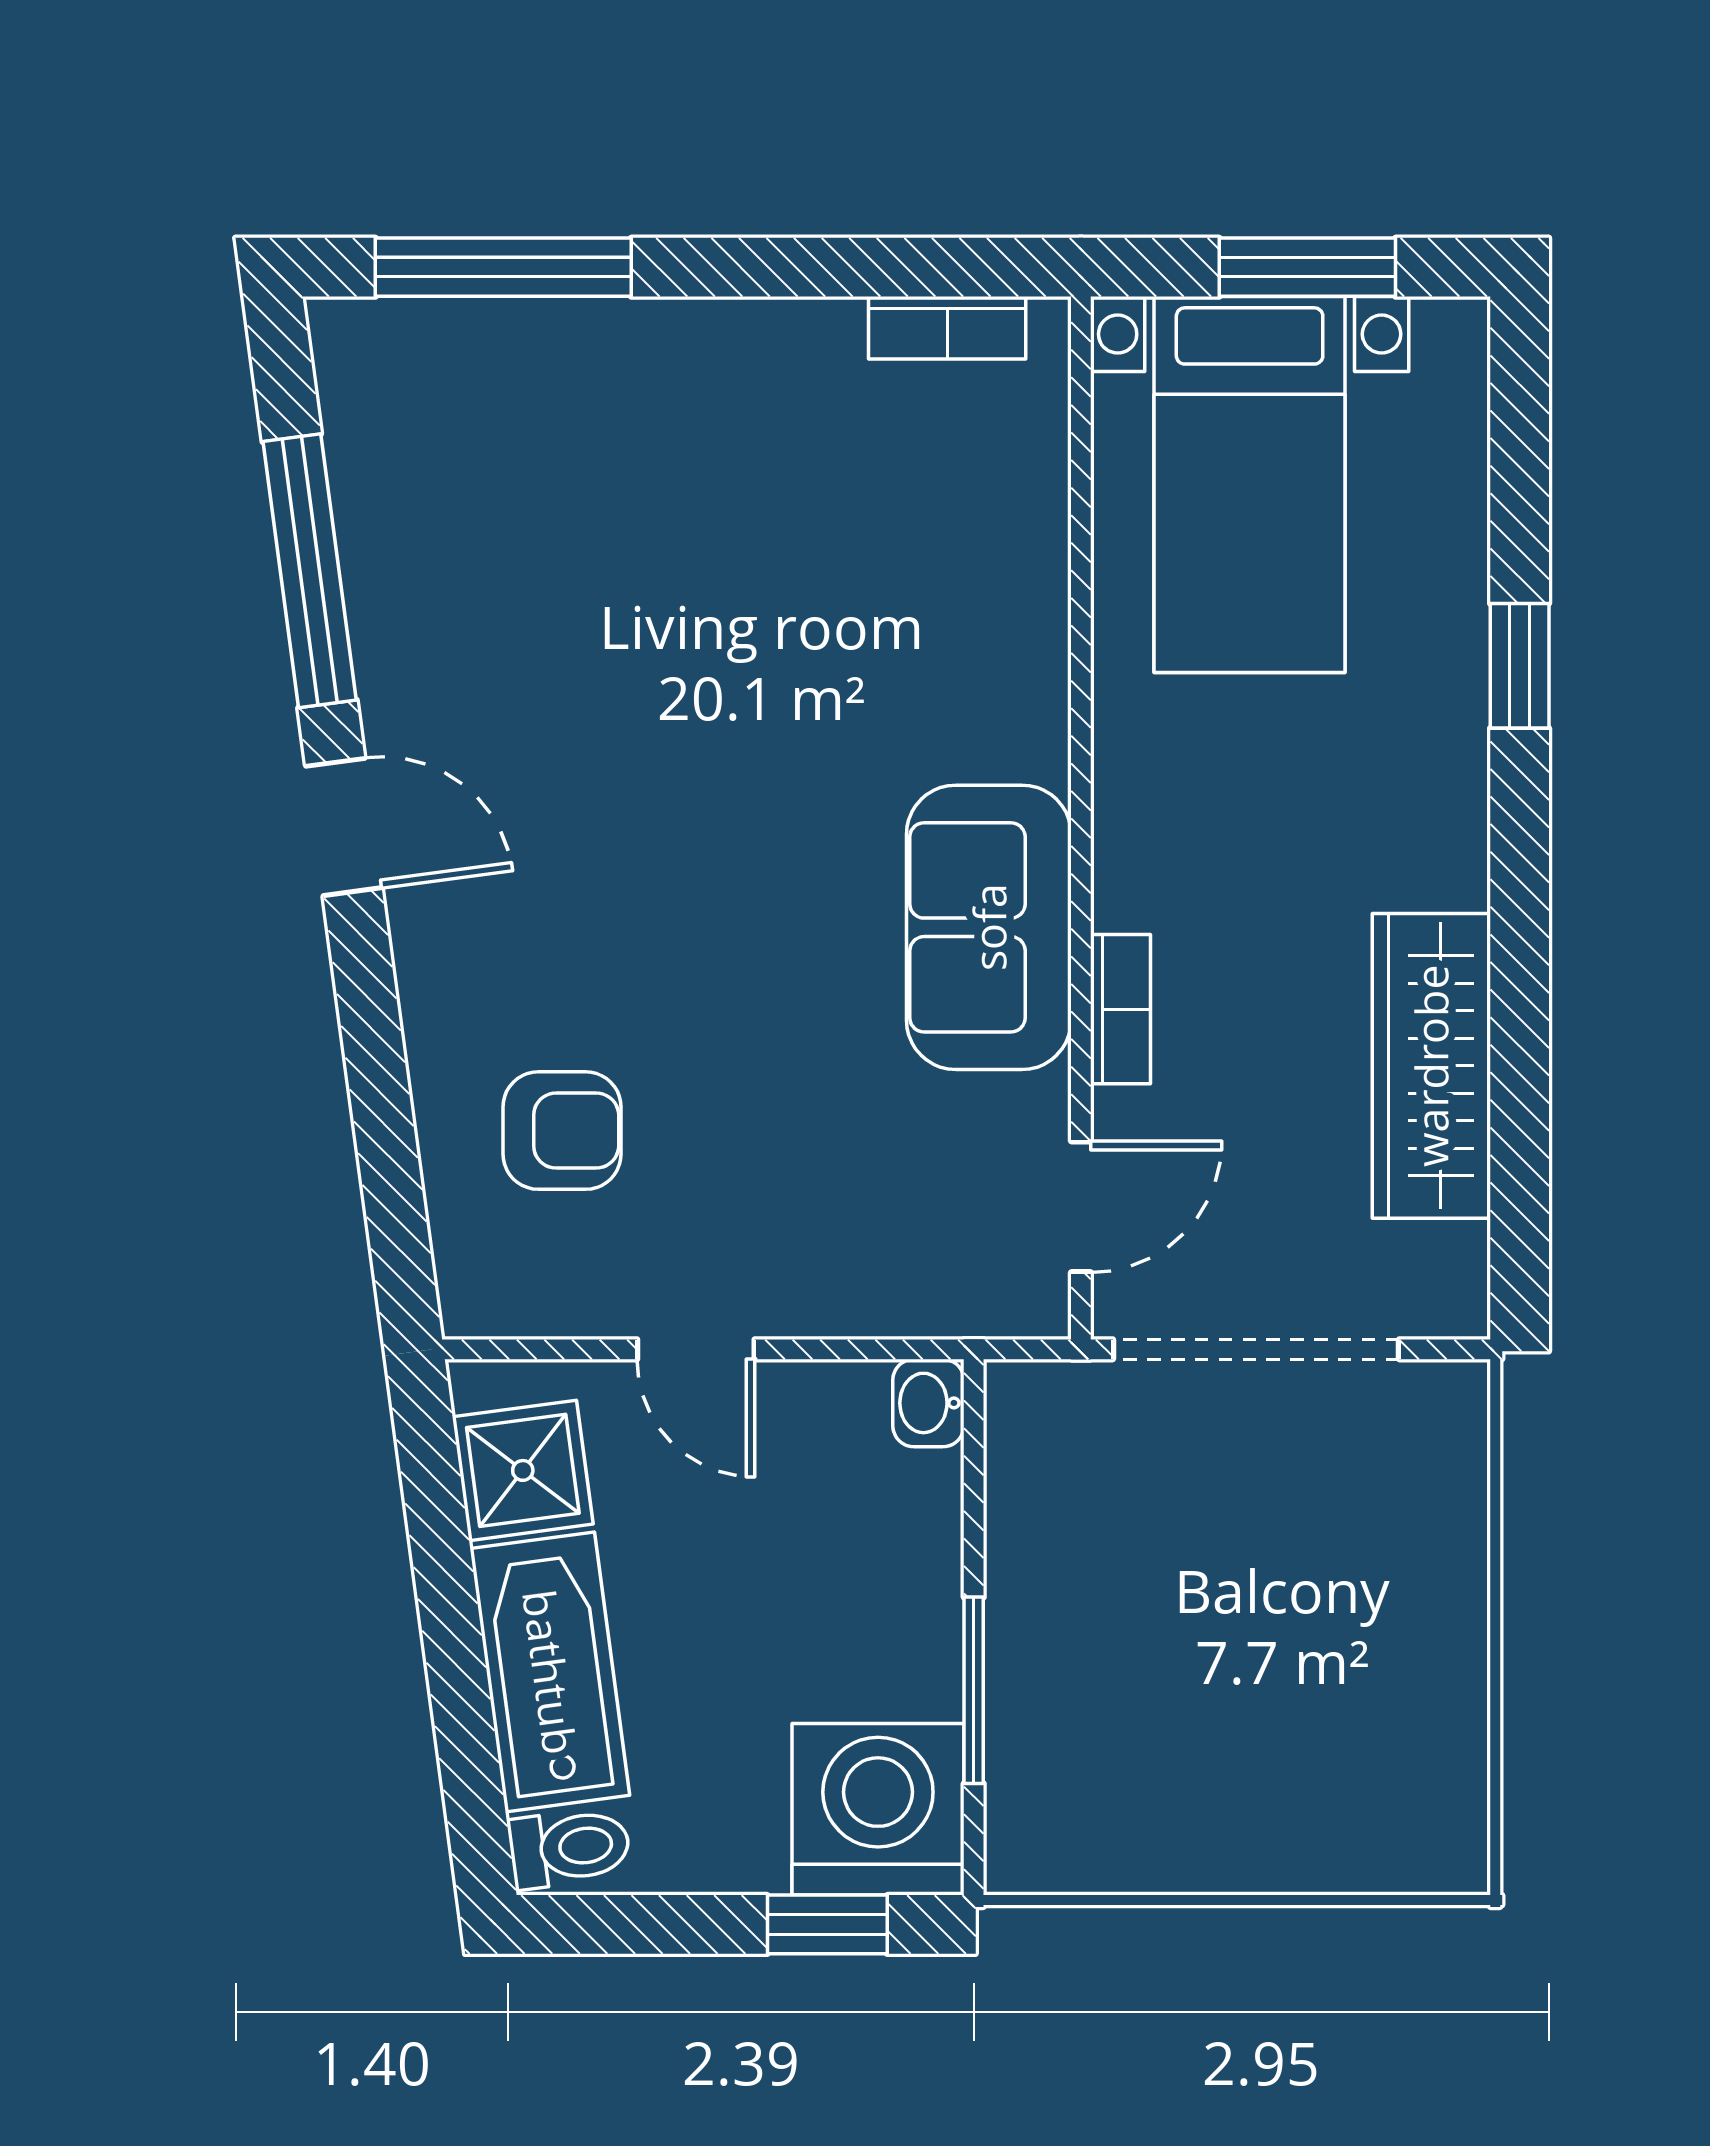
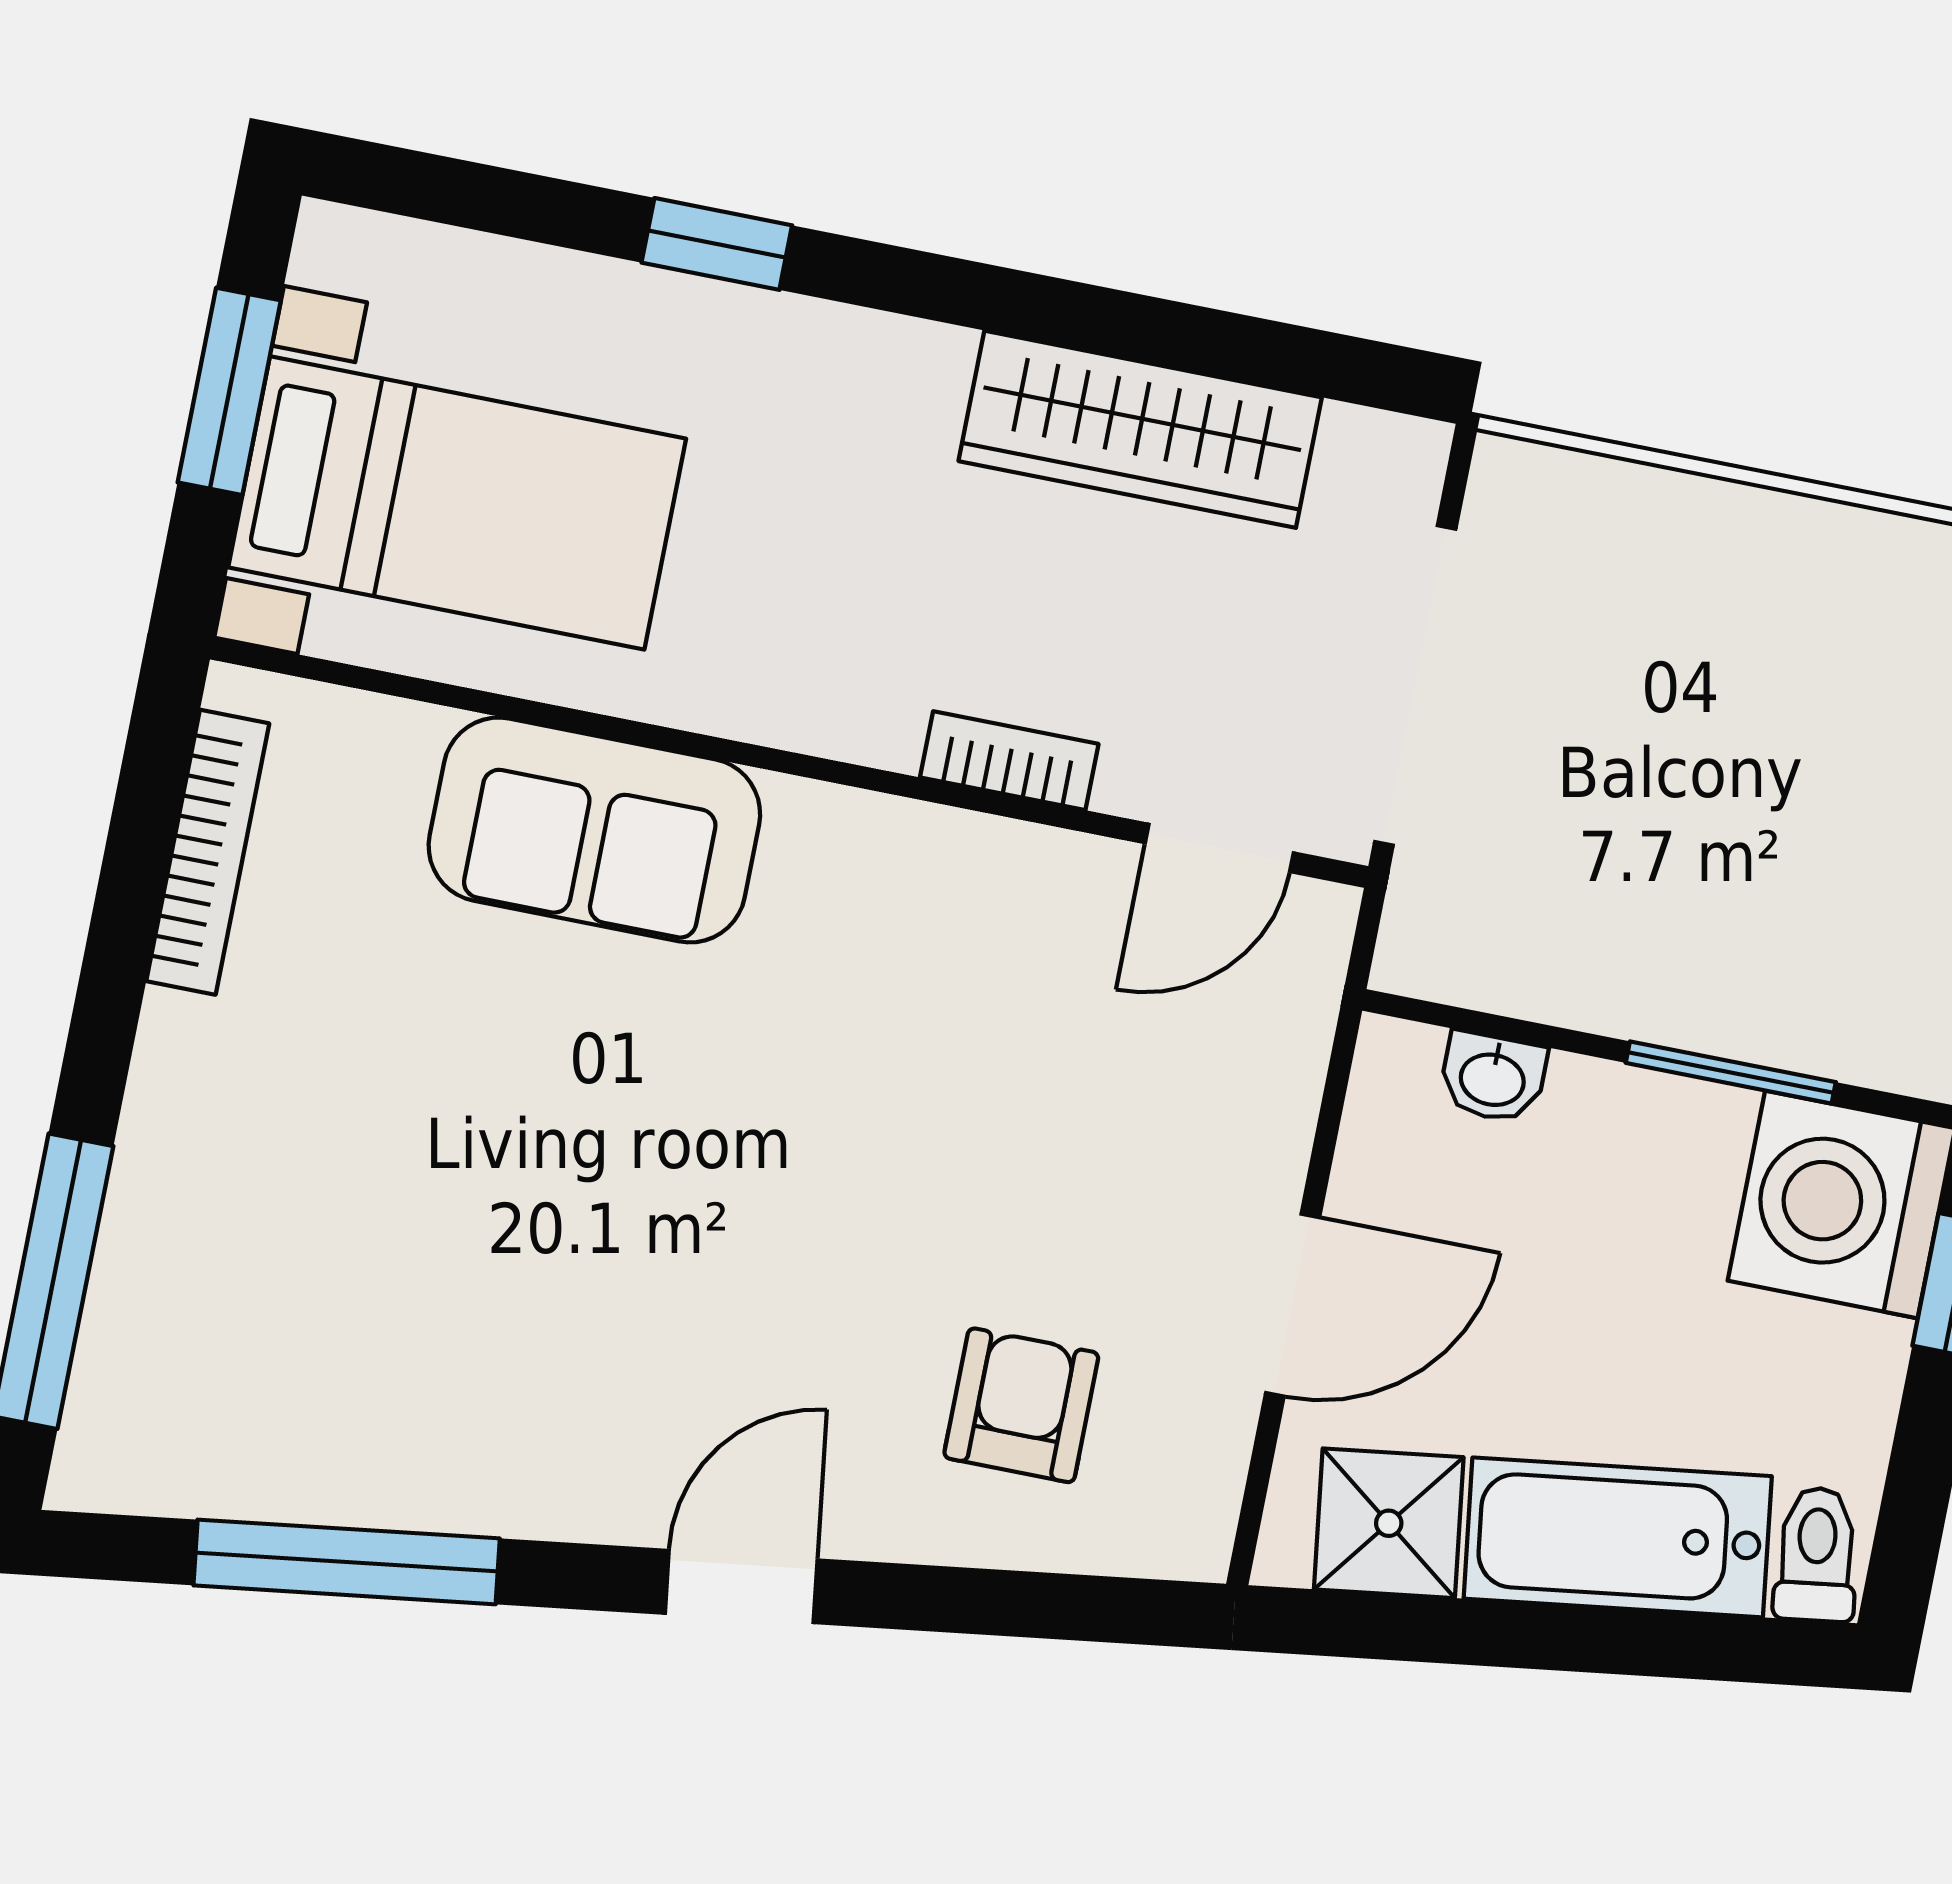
bookcase: (947, 328) -> (208, 852), width x1.56
door: (344, 827) -> (741, 1587), moved
sofa: (989, 927) -> (594, 830), moved
door: (1081, 1207) -> (1219, 848), swing flipped
door: (696, 1349) -> (1293, 1305), width x1.38
washbasin: (928, 1403) -> (1493, 1077), moved

